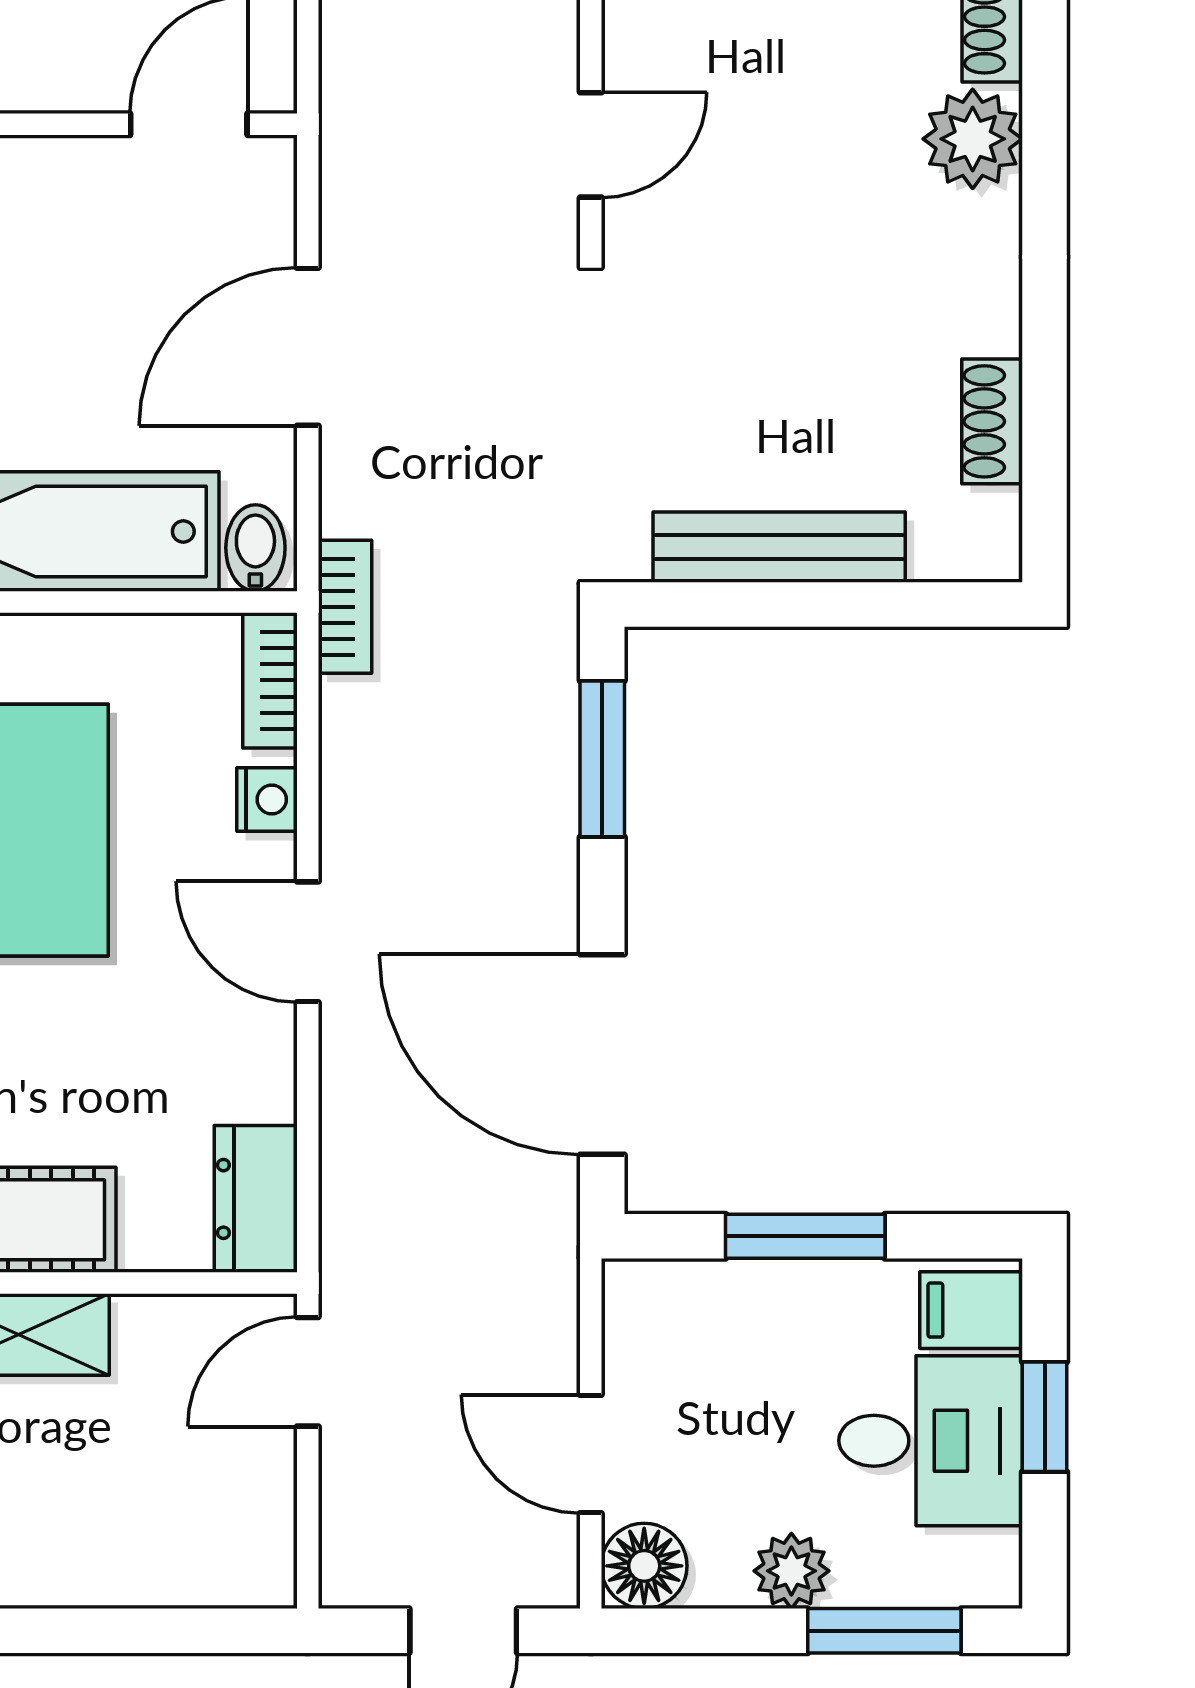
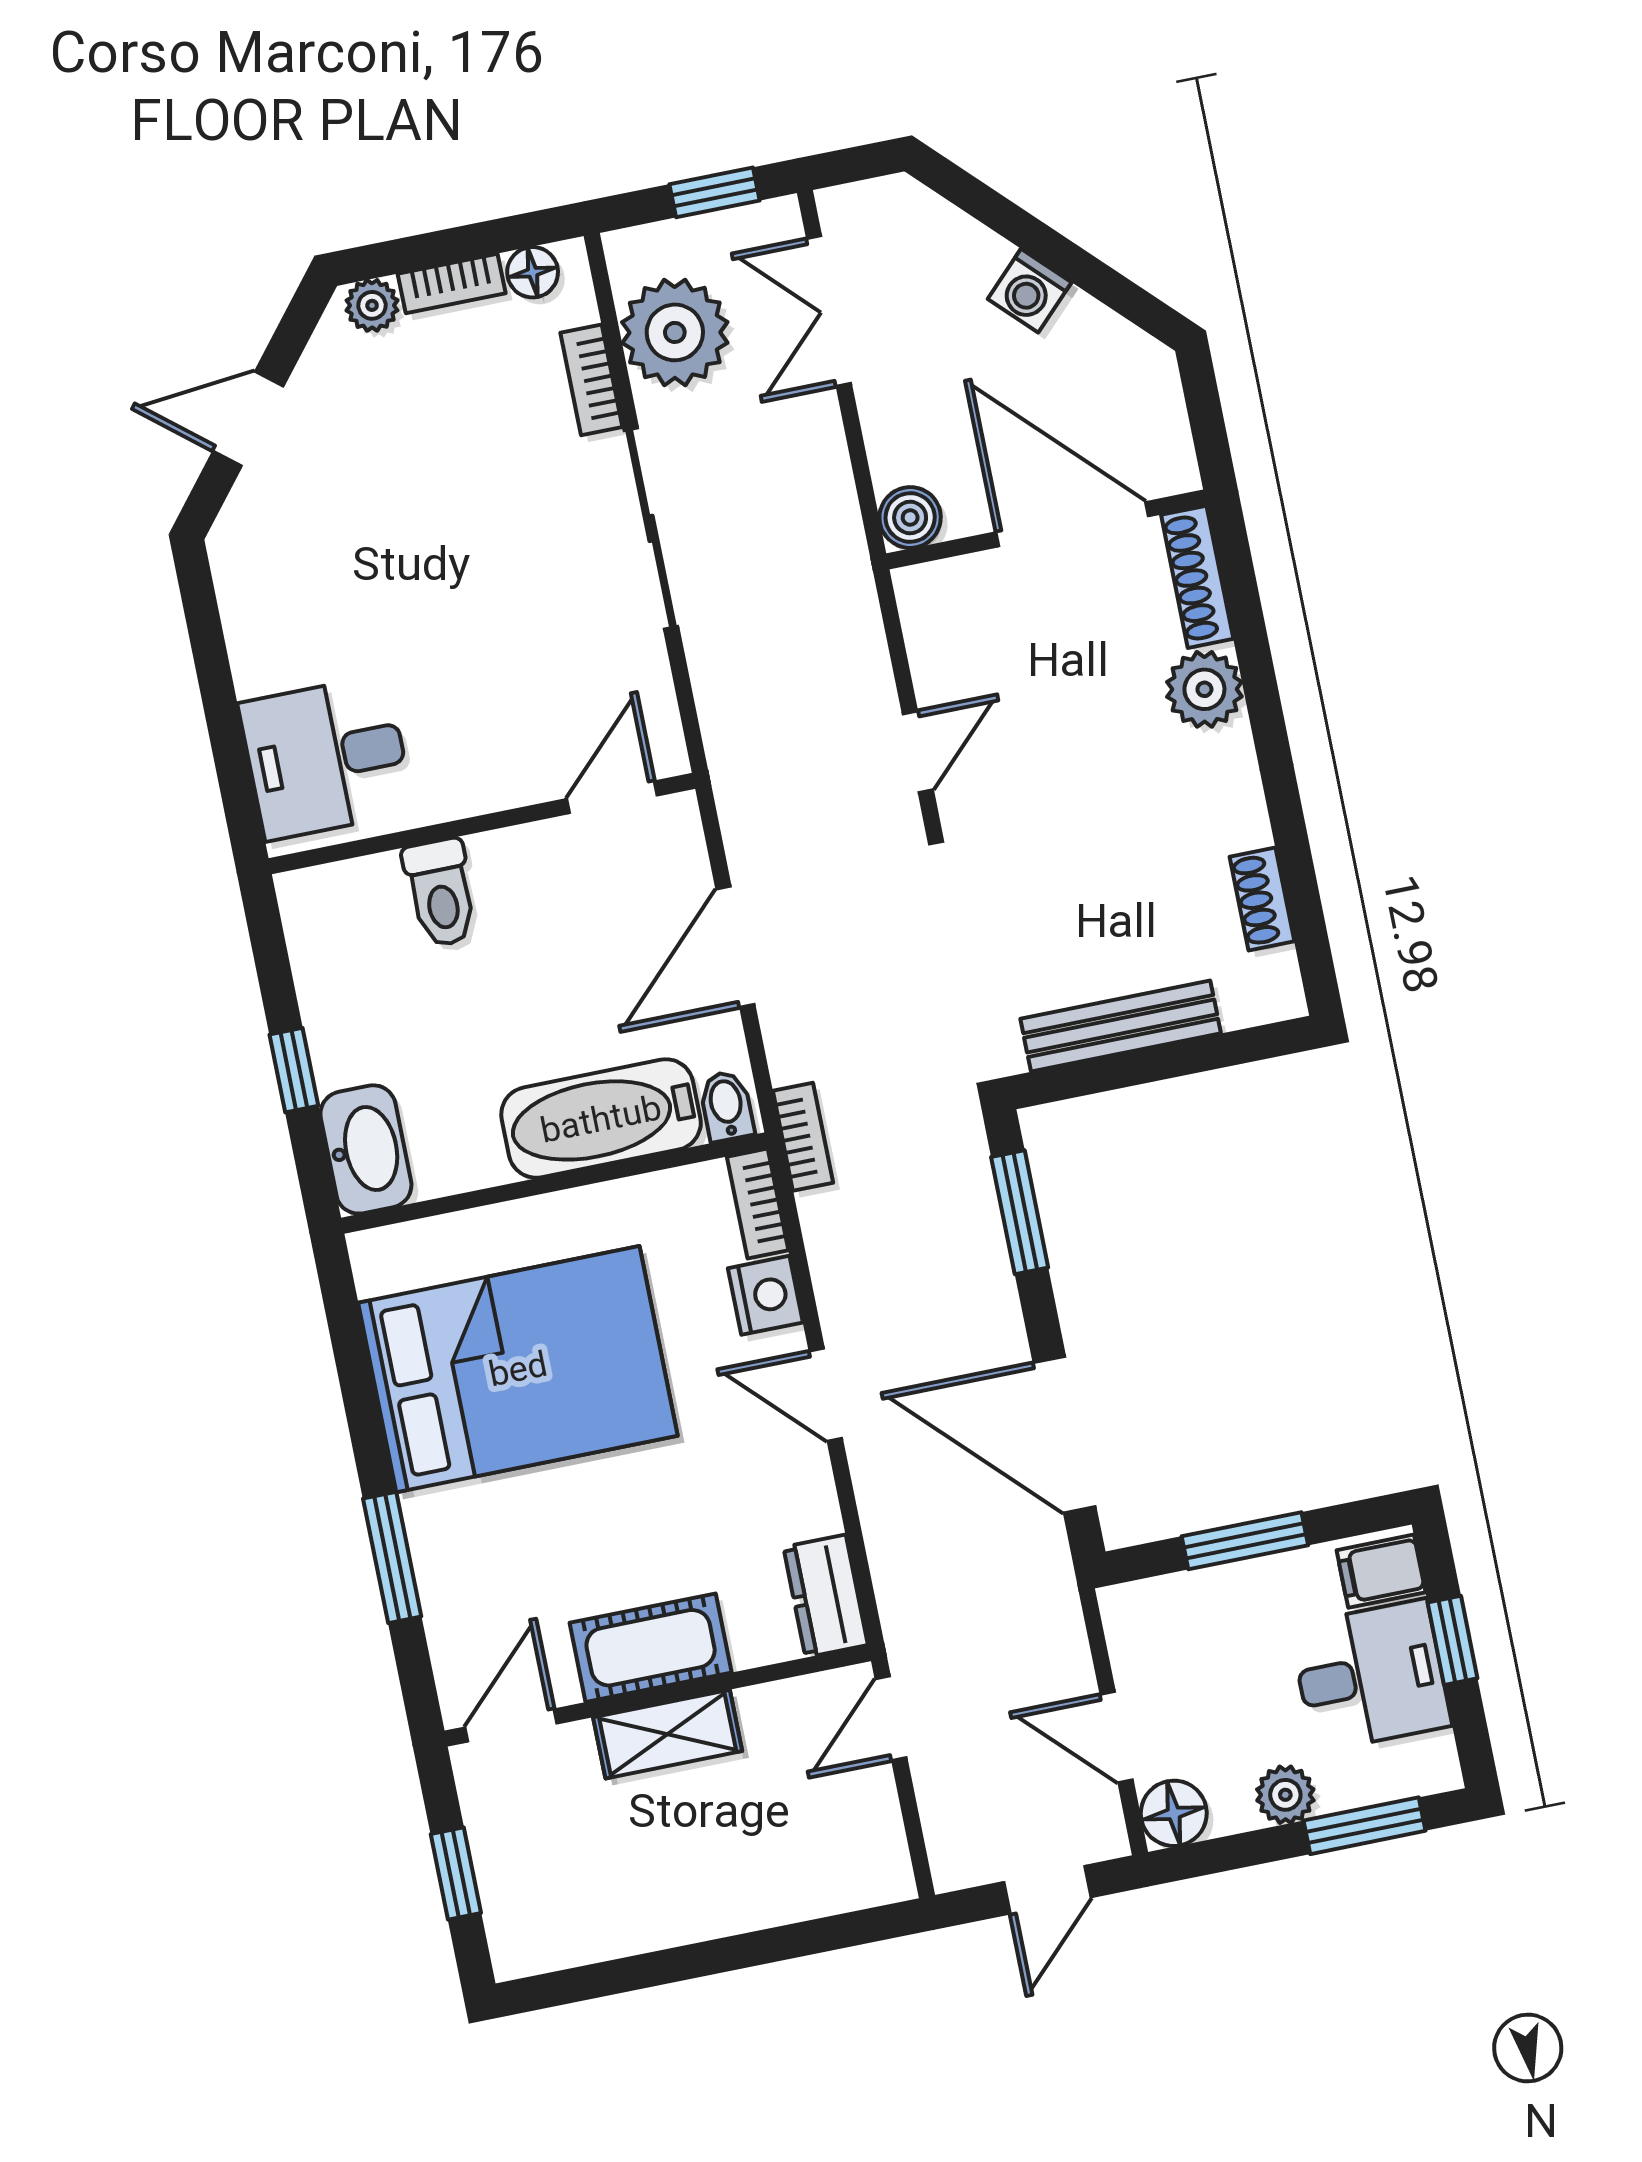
nightstand: (267, 799) -> (765, 1295), width x1.39, depth x1.35

